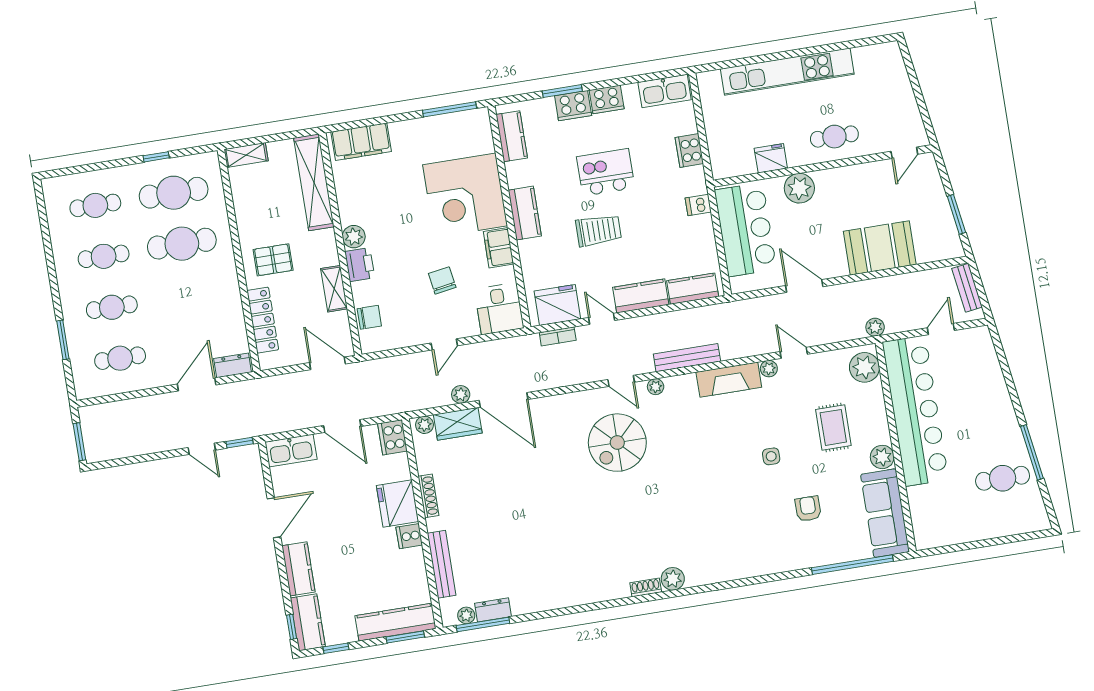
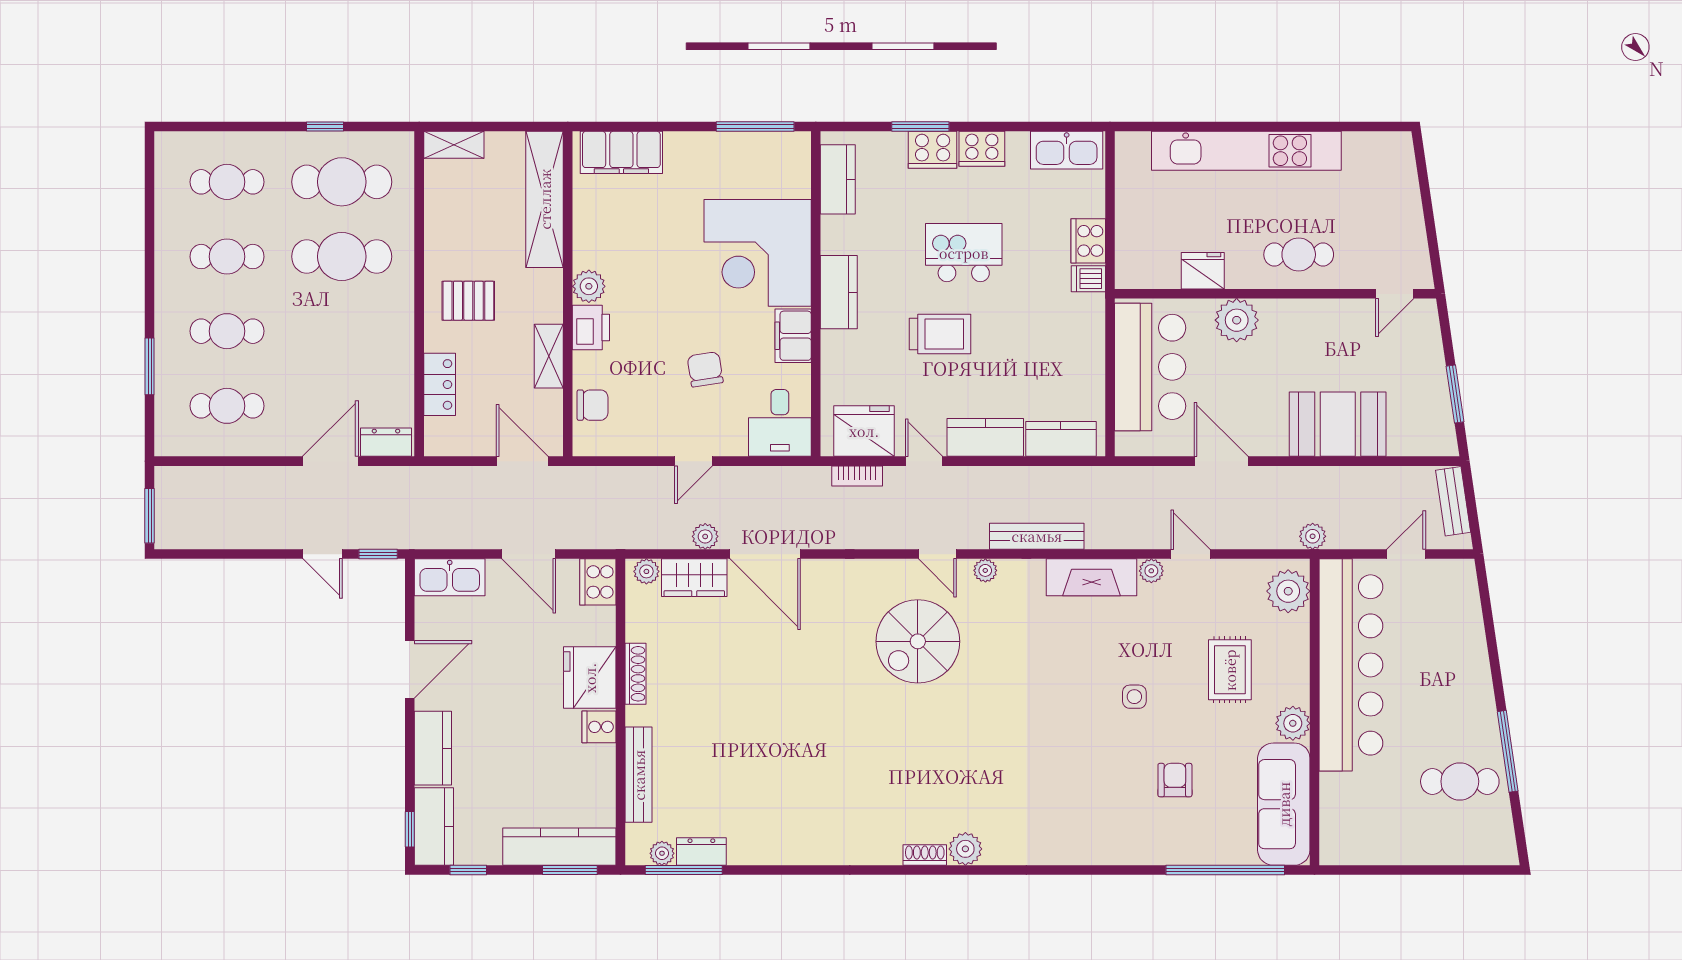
dishwasher: (698, 205) -> (1088, 279), moved
locker: (263, 320) -> (440, 384), width x0.66

